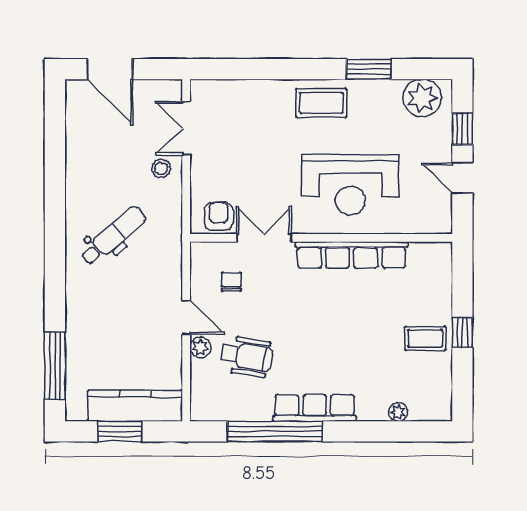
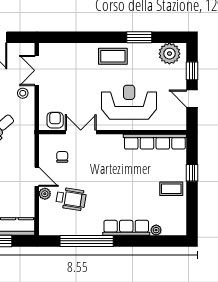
reception desk: (350, 185) -> (129, 102), turned 180
row of seats: (352, 255) -> (155, 142), moved
window: (462, 333) -> (192, 173), moved
row of seats: (315, 408) -> (126, 228), moved

